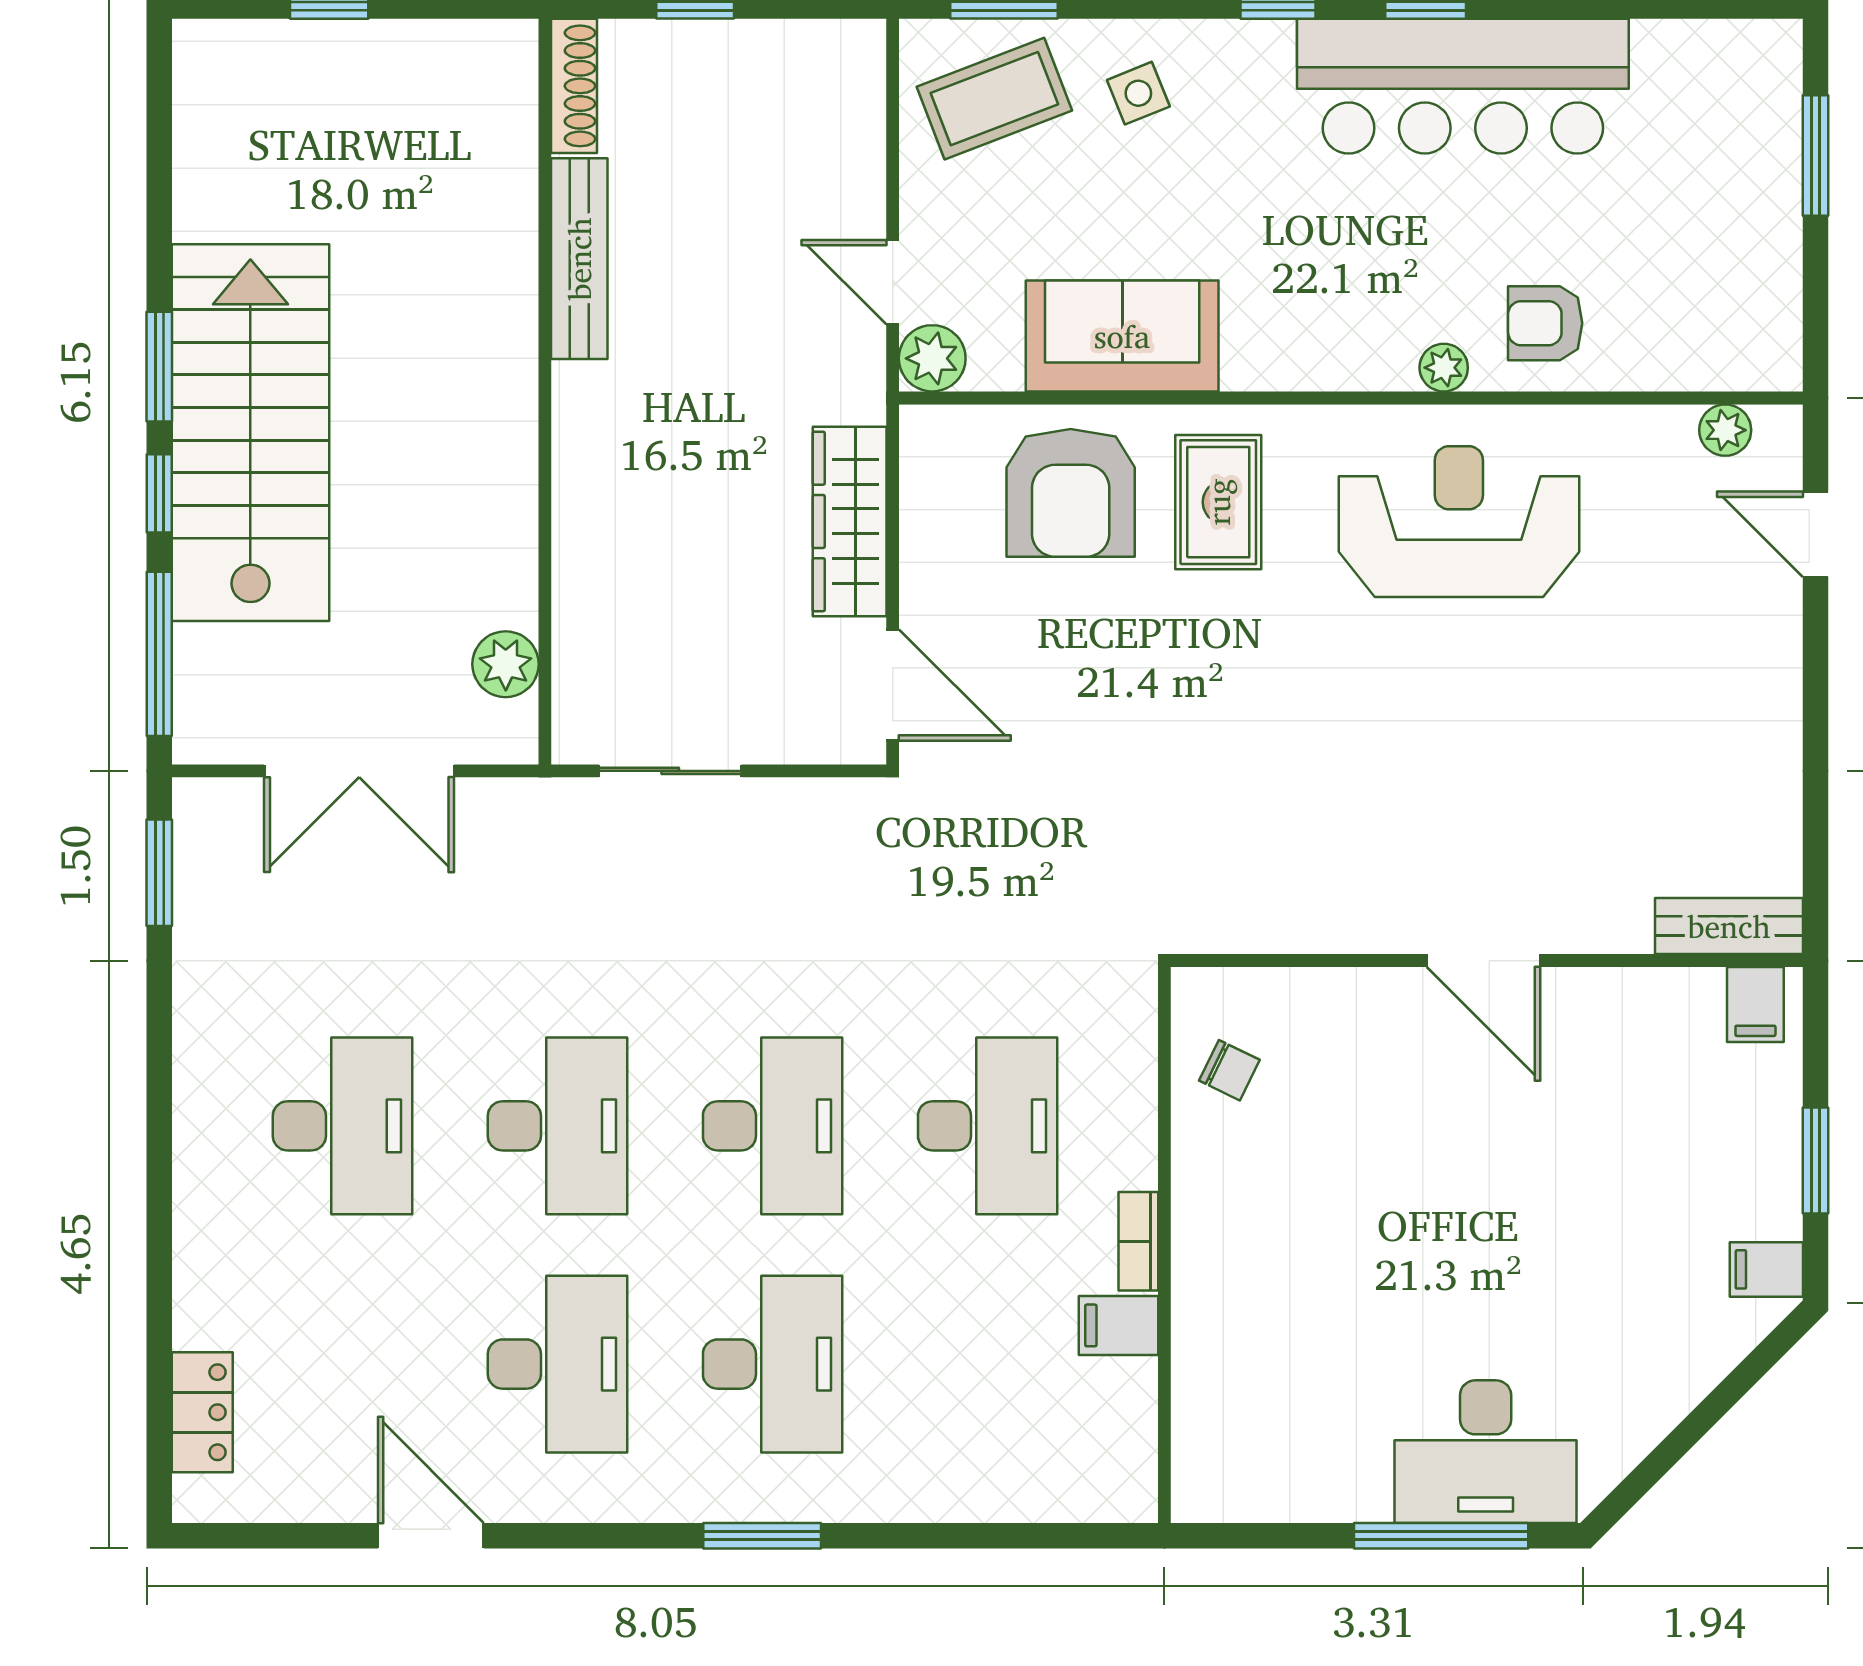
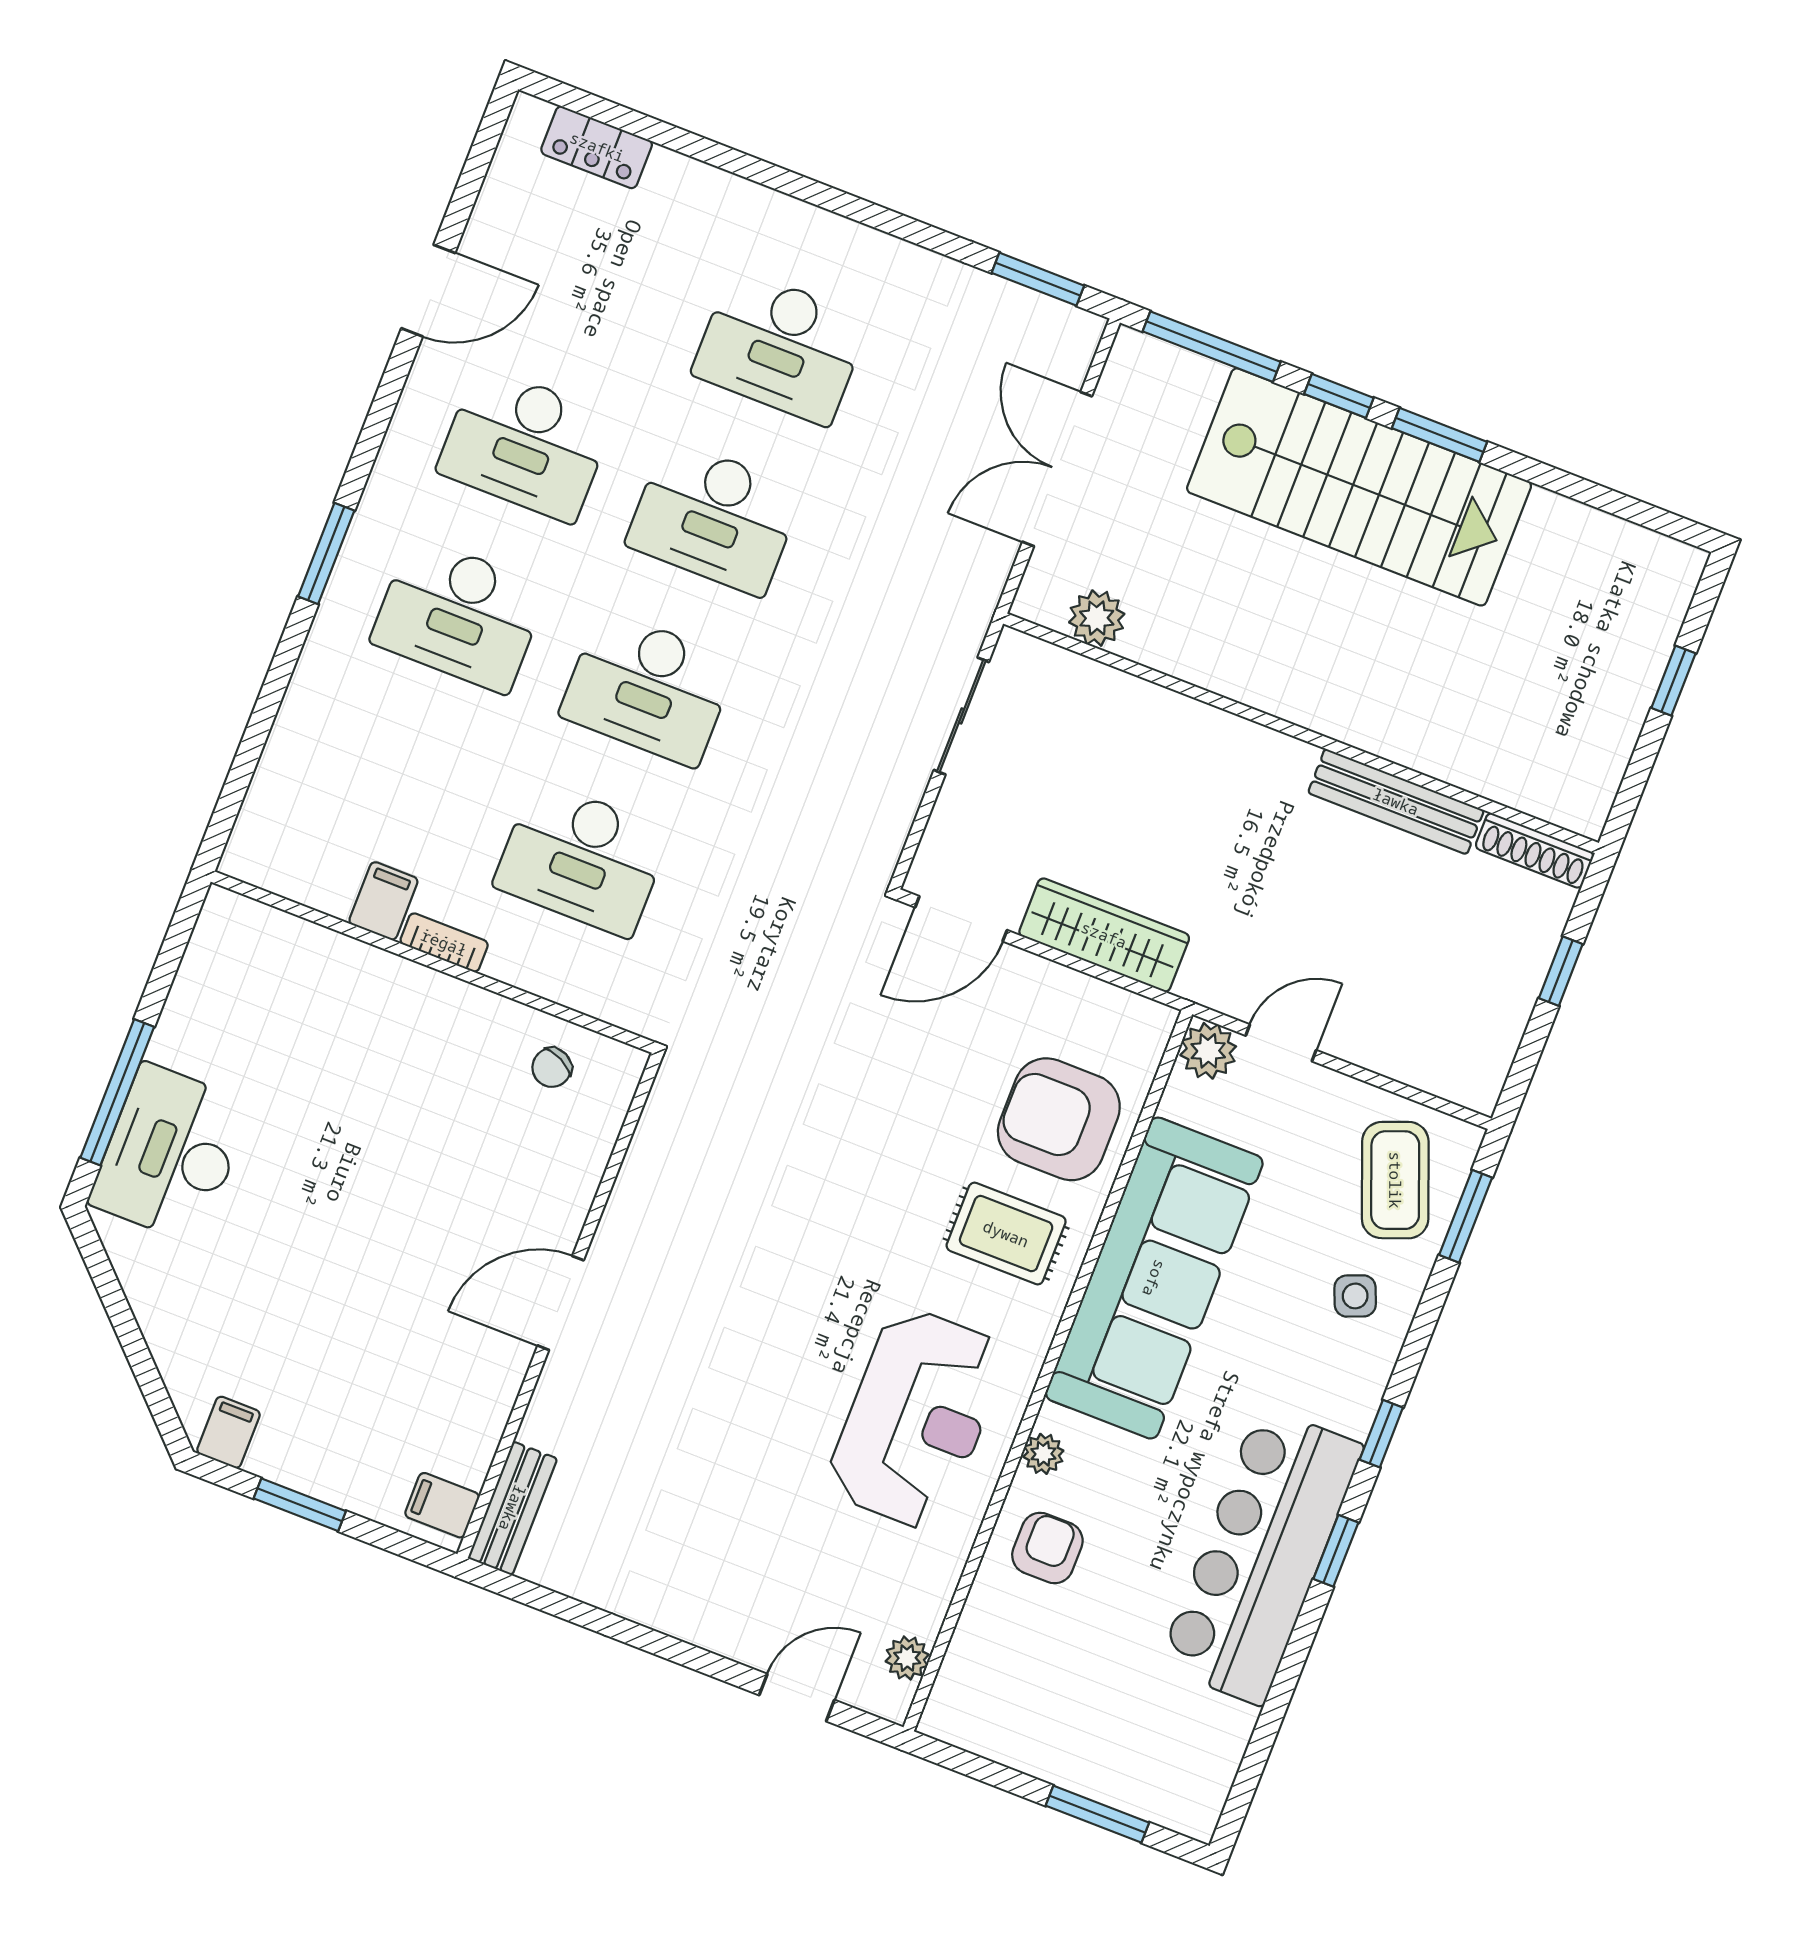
sofa: (1122, 336) -> (1154, 1278), width x1.85, depth x1.27

